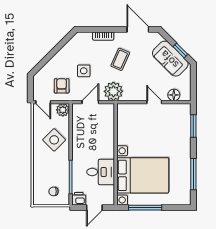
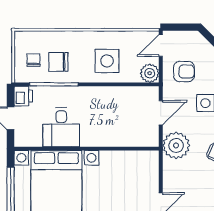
door: (90, 102) -> (161, 113), hinge flipped
side table: (54, 140) -> (107, 61), turned 45
chair: (55, 174) -> (58, 62), added

